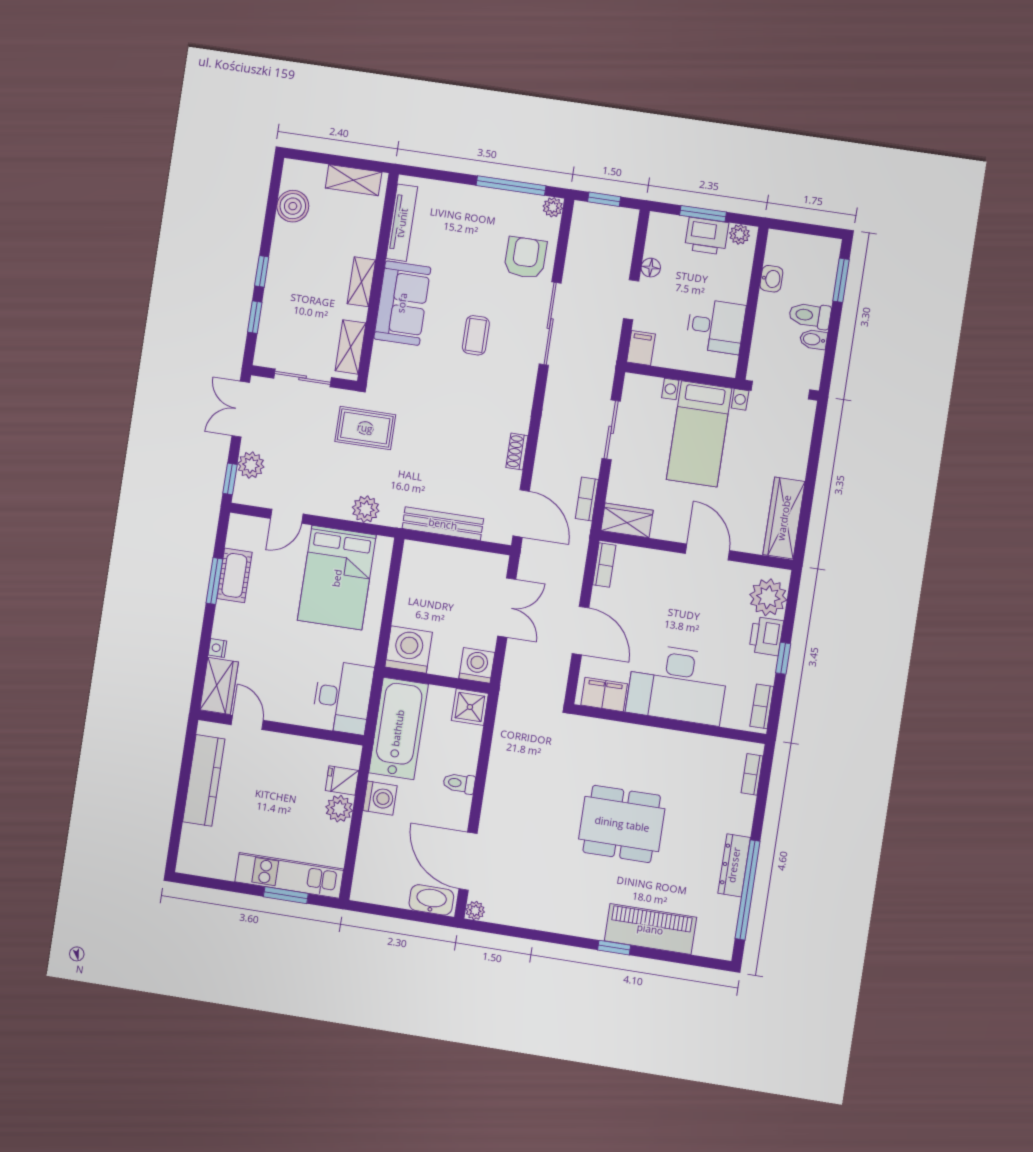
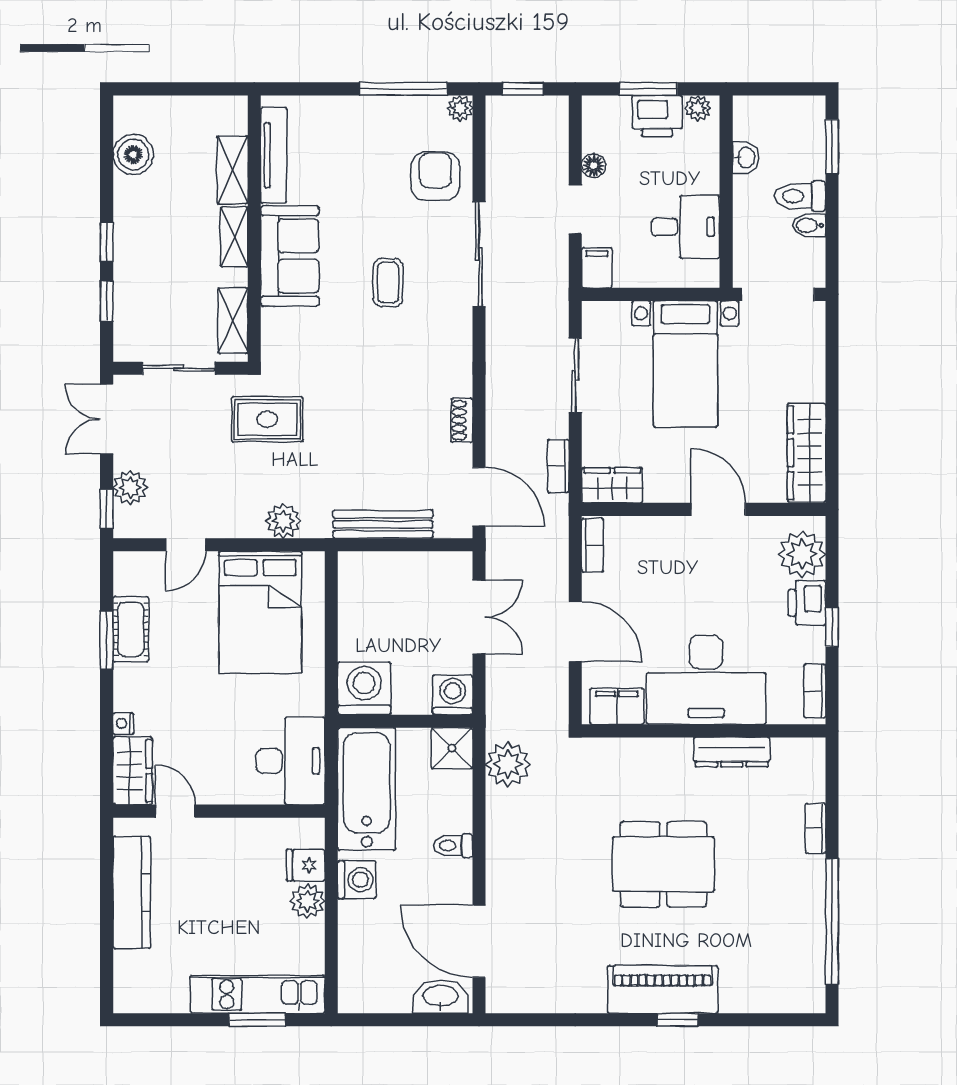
shelving: (354, 180) -> (233, 170), moved, turned 90
bookcase: (752, 774) -> (816, 828), moved
dresser: (734, 865) -> (732, 752), moved, turned -90
plant: (475, 911) -> (508, 764), moved, width x1.88, depth x1.88
piano: (650, 929) -> (663, 989), moved

